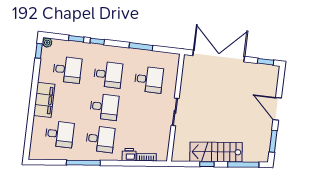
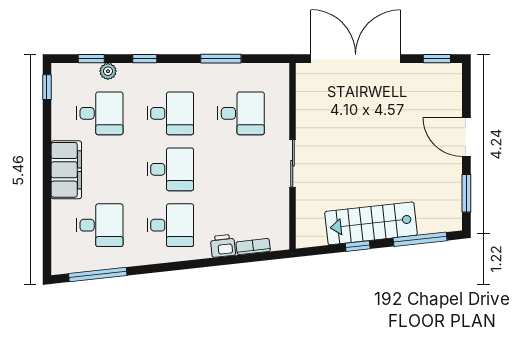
window: (76, 39) -> (91, 59), moved
plant: (47, 43) -> (108, 71), moved
window: (83, 163) -> (98, 275), moved

